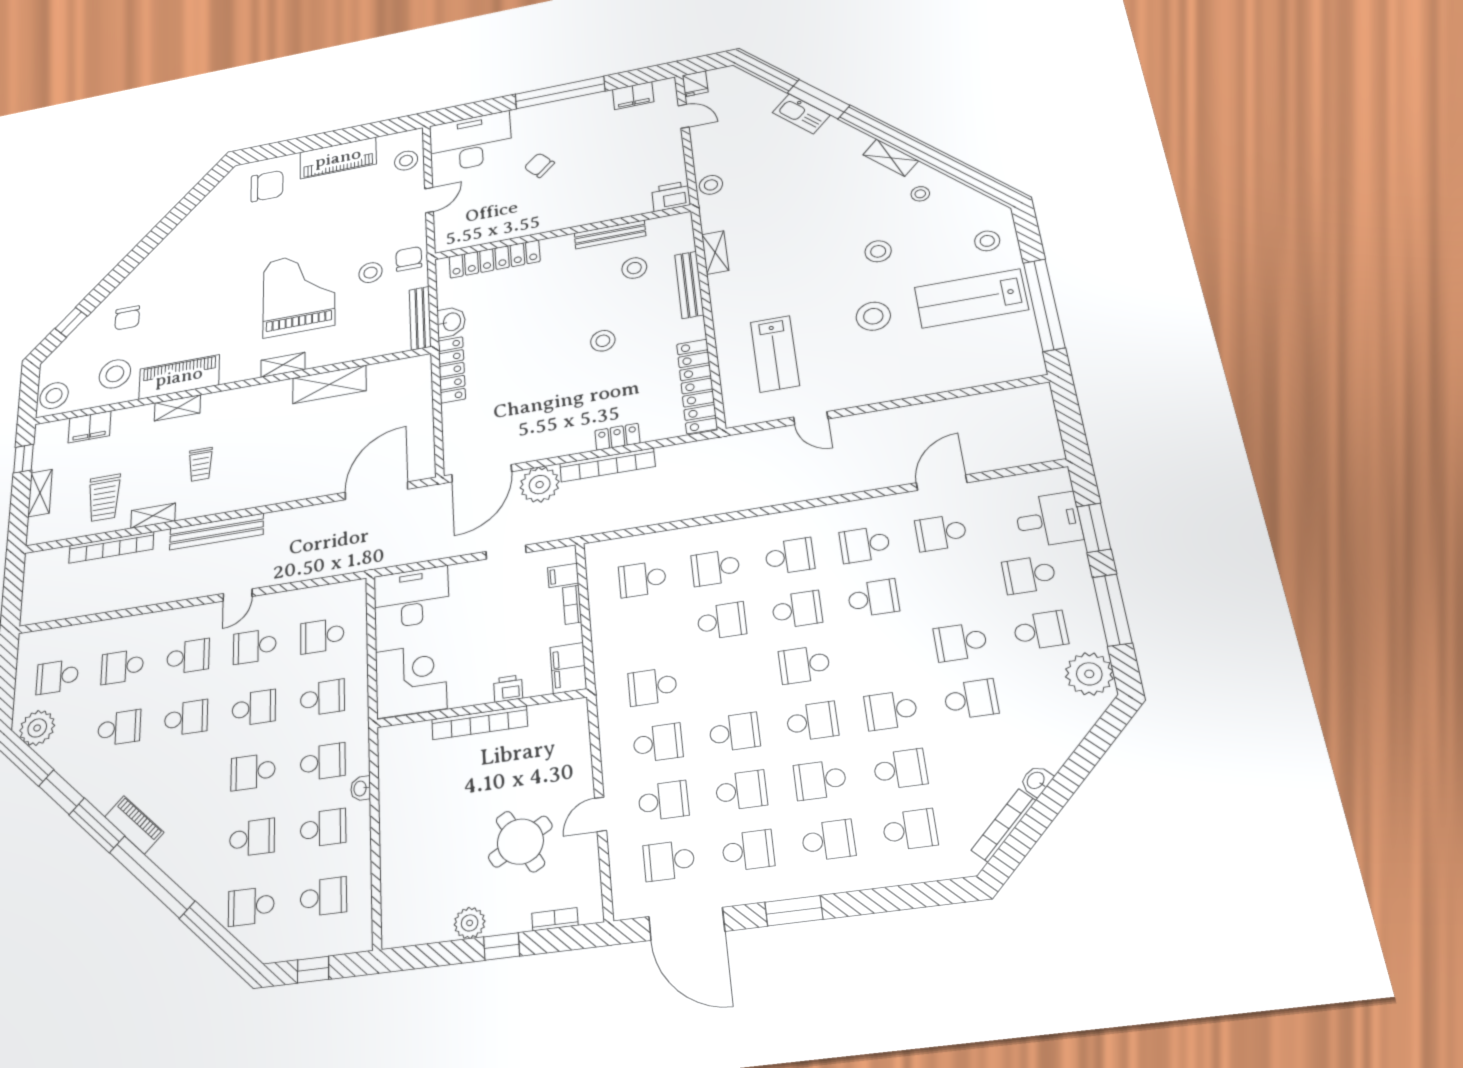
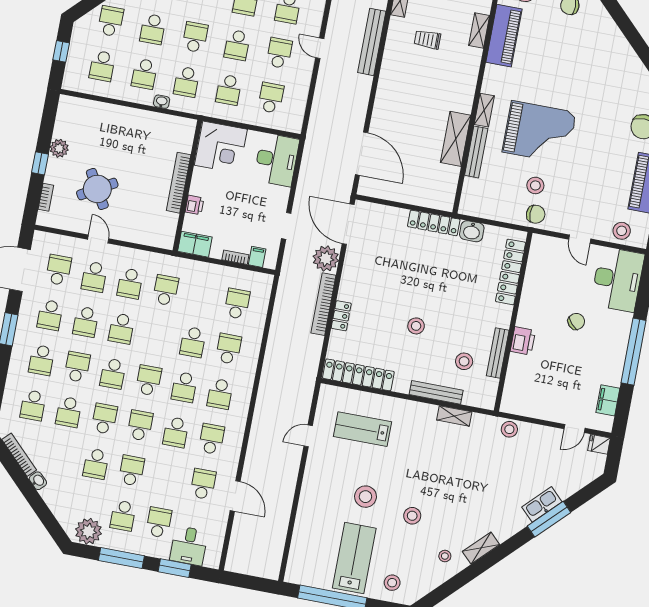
printer: (671, 196) -> (523, 341), moved
bench: (420, 318) -> (476, 152), moved, turned 90
school desk: (882, 653) -> (140, 425), added

